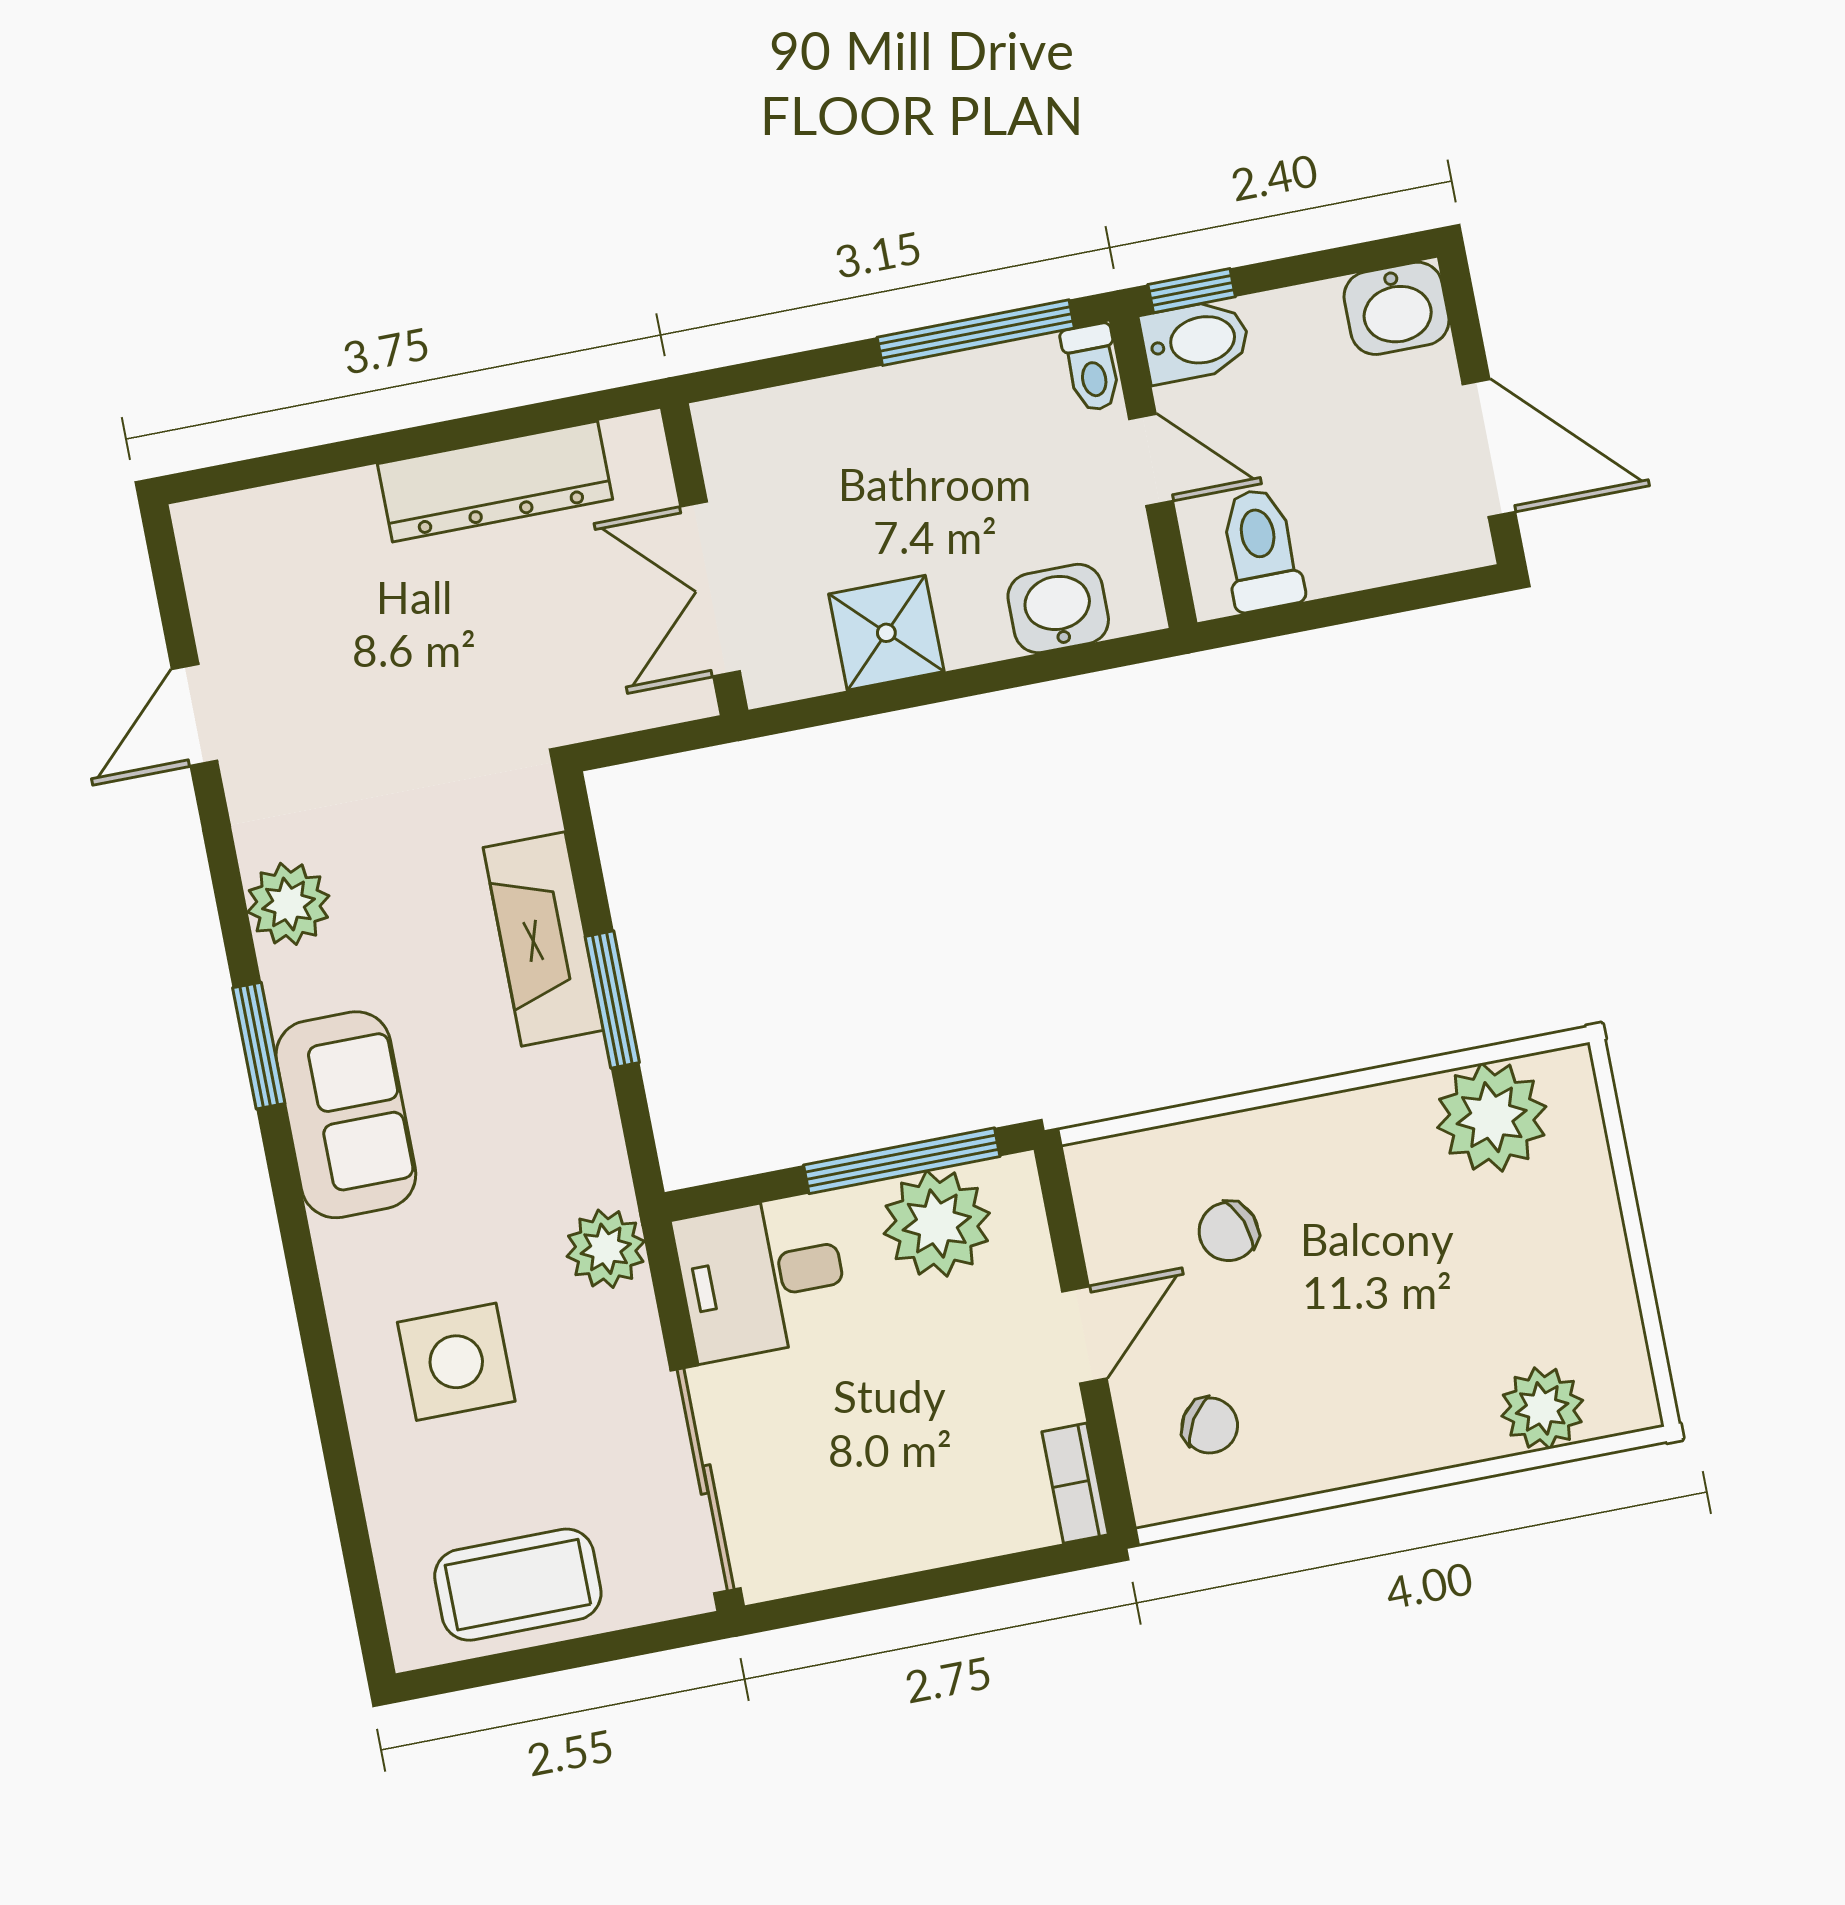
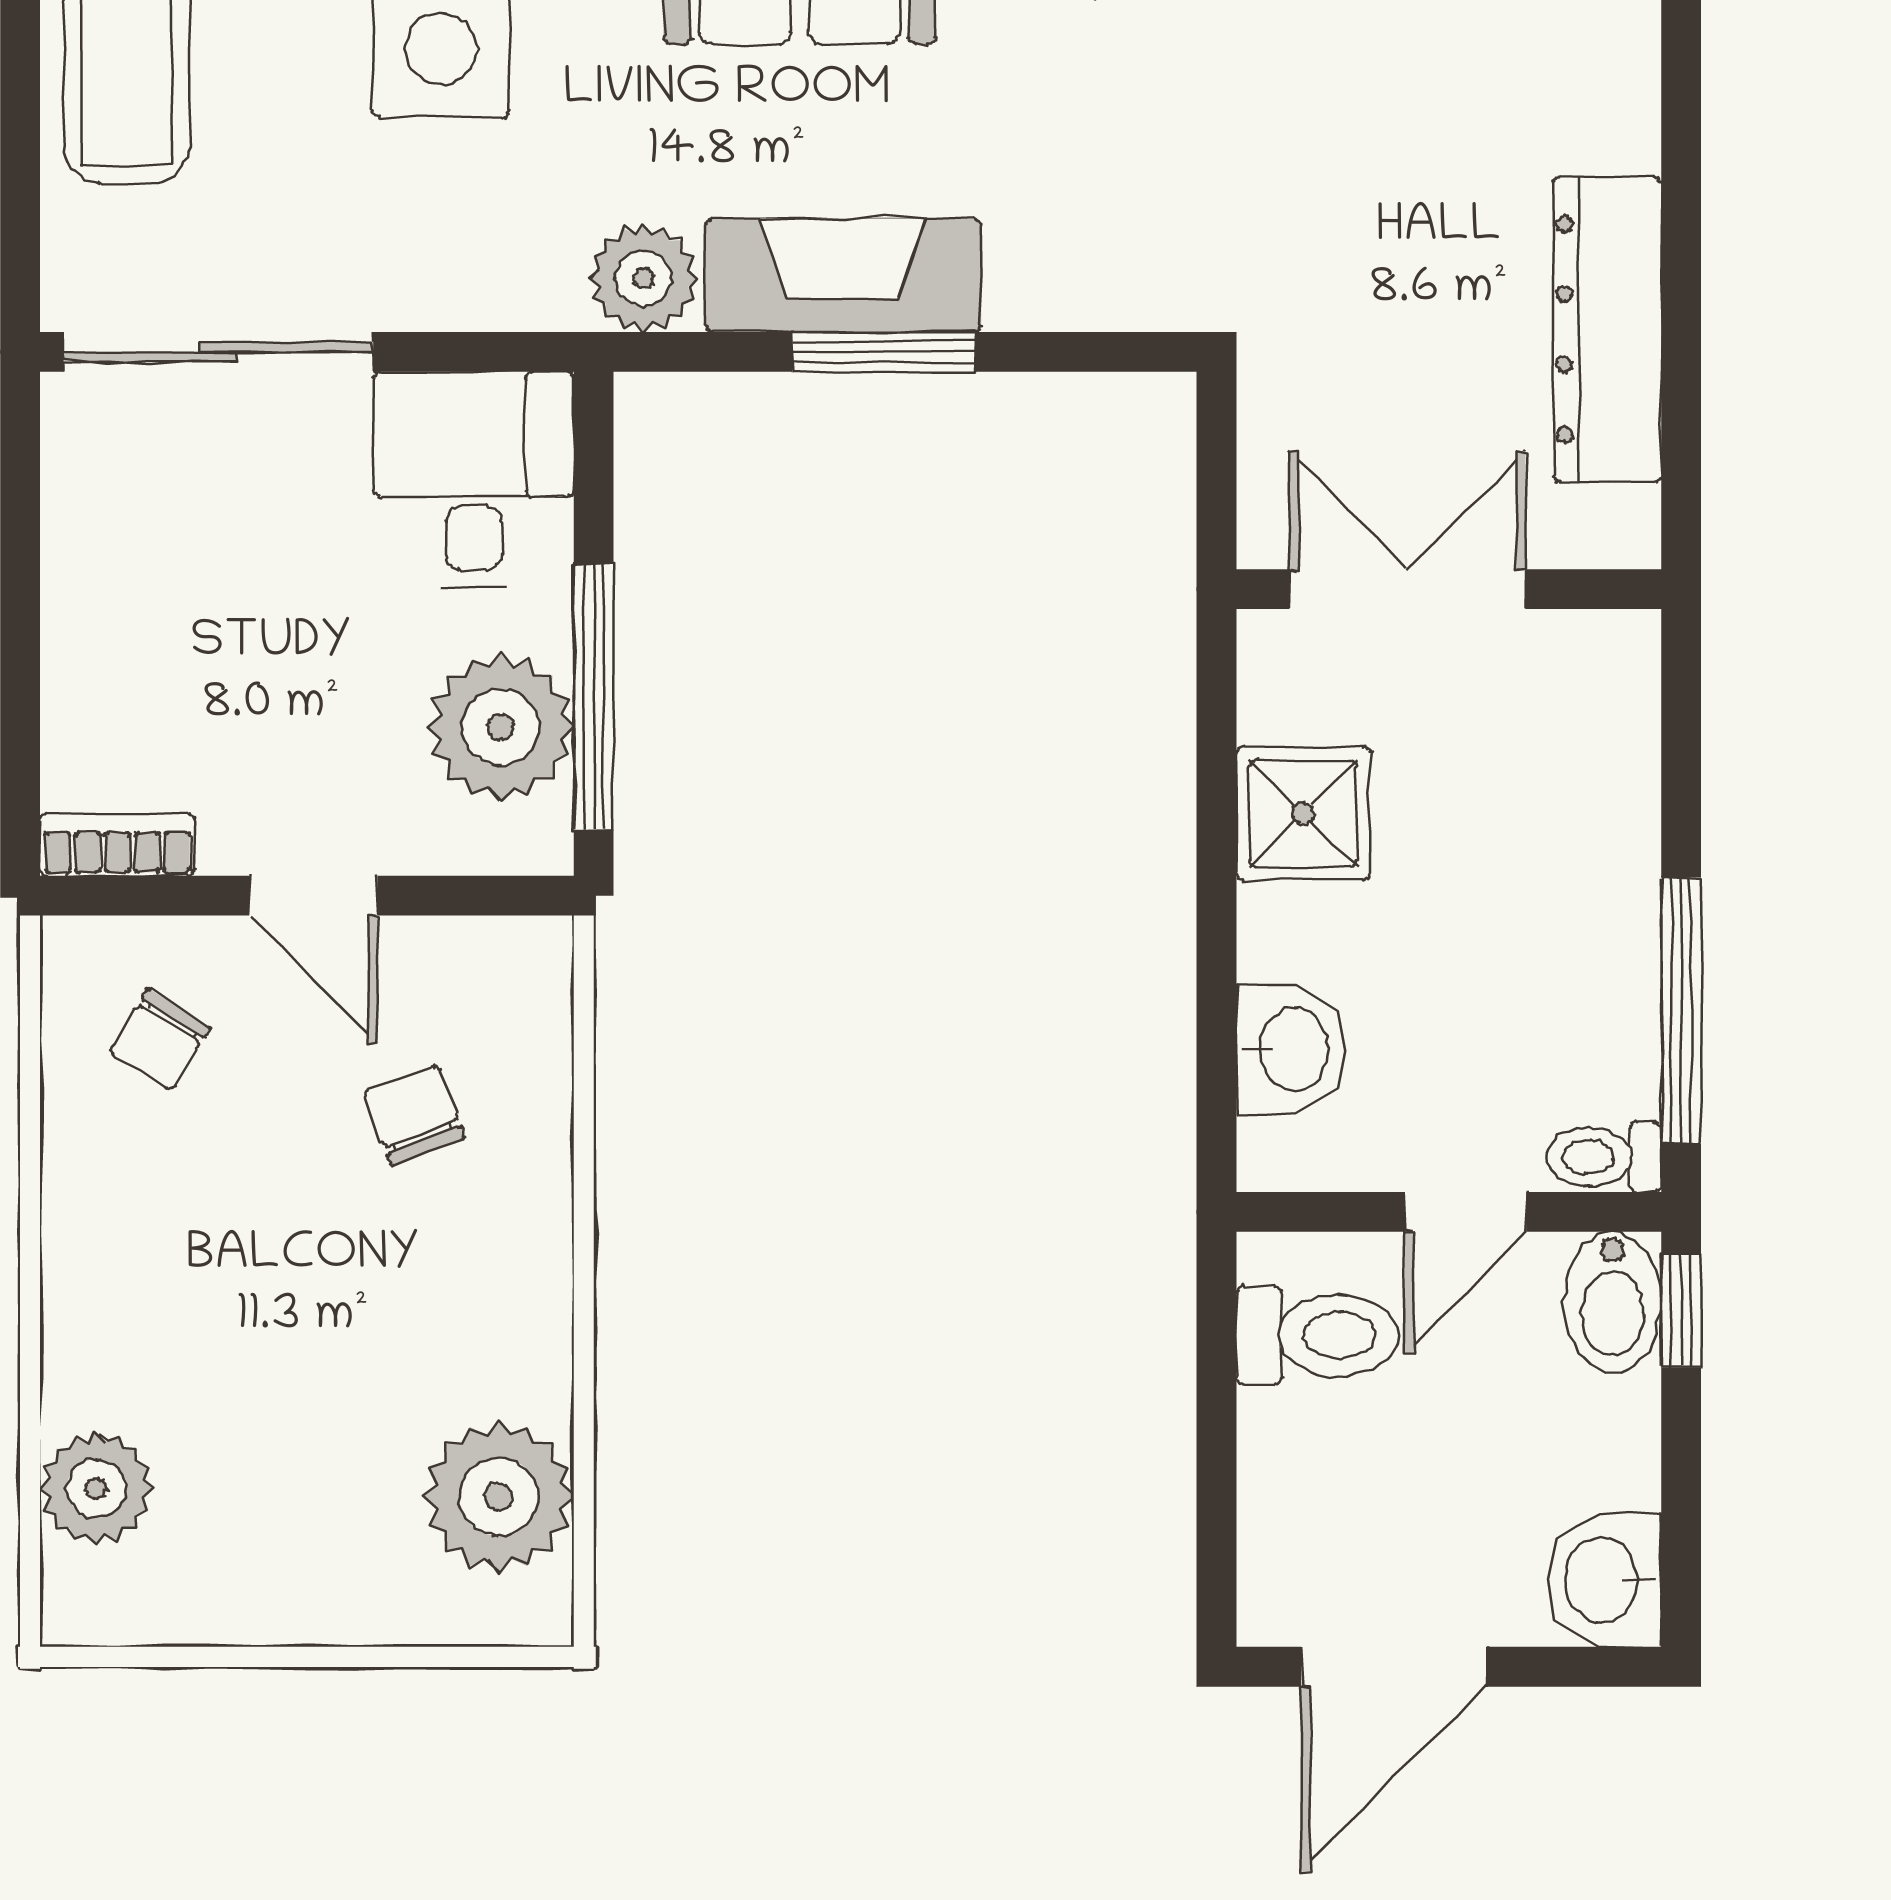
fireplace: (543, 939) -> (843, 275), moved
plant: (606, 1249) -> (643, 278), moved

